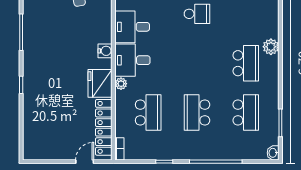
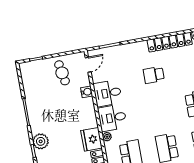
school desk: (197, 14) -> (154, 75), turned 180
water cooler: (105, 51) -> (87, 92), moved
plant: (33, 74) -> (41, 141), added

